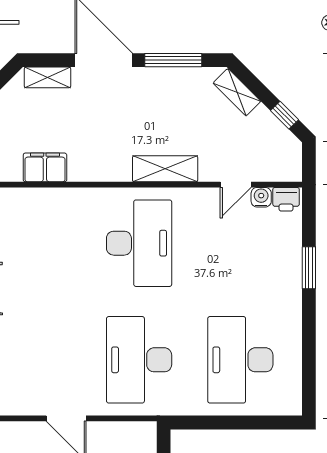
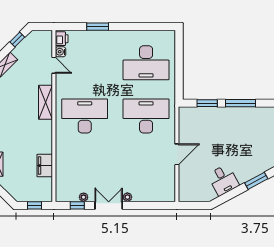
desk: (139, 360) -> (146, 116), turned 180

